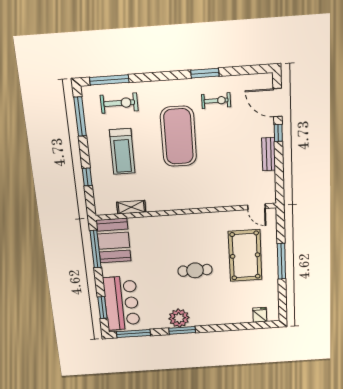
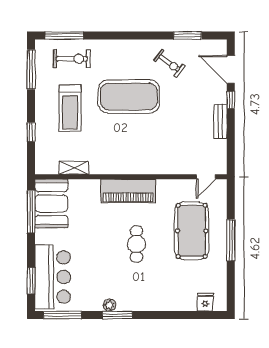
window: (205, 73) -> (188, 35), moved
exercise bike: (216, 101) -> (169, 63), turned 37
exercise mat: (178, 136) -> (129, 97), turned 90
door: (256, 207) -> (206, 177), hinge flipped
piano: (184, 225) -> (128, 191), added
cafe table: (195, 270) -> (136, 244), turned 90
plant: (179, 318) -> (110, 305), width x0.53, depth x0.53

